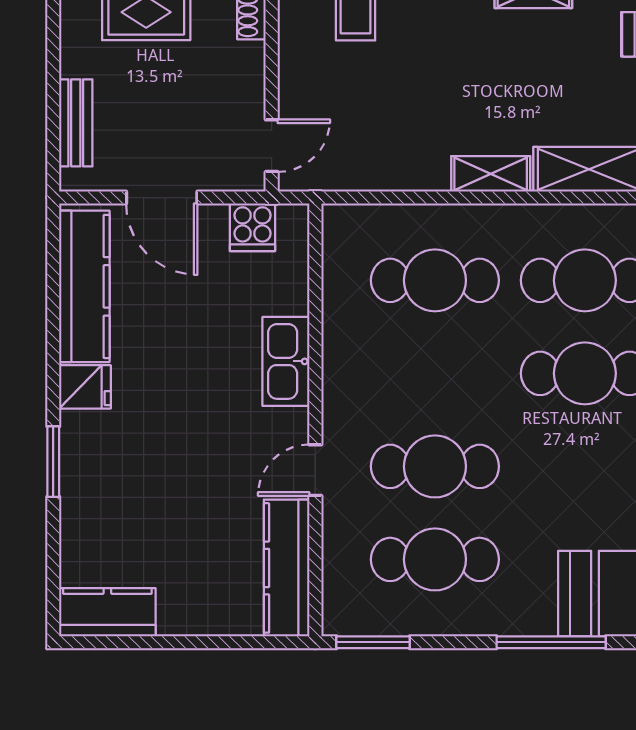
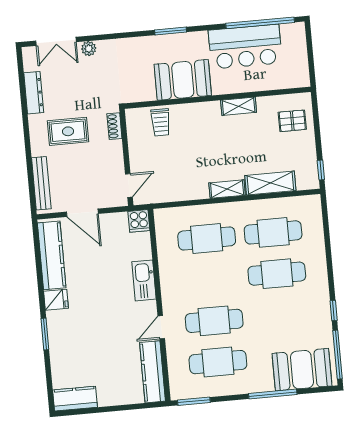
bench: (76, 123) -> (41, 183), width x1.36
cooker: (253, 227) -> (139, 221), moved

